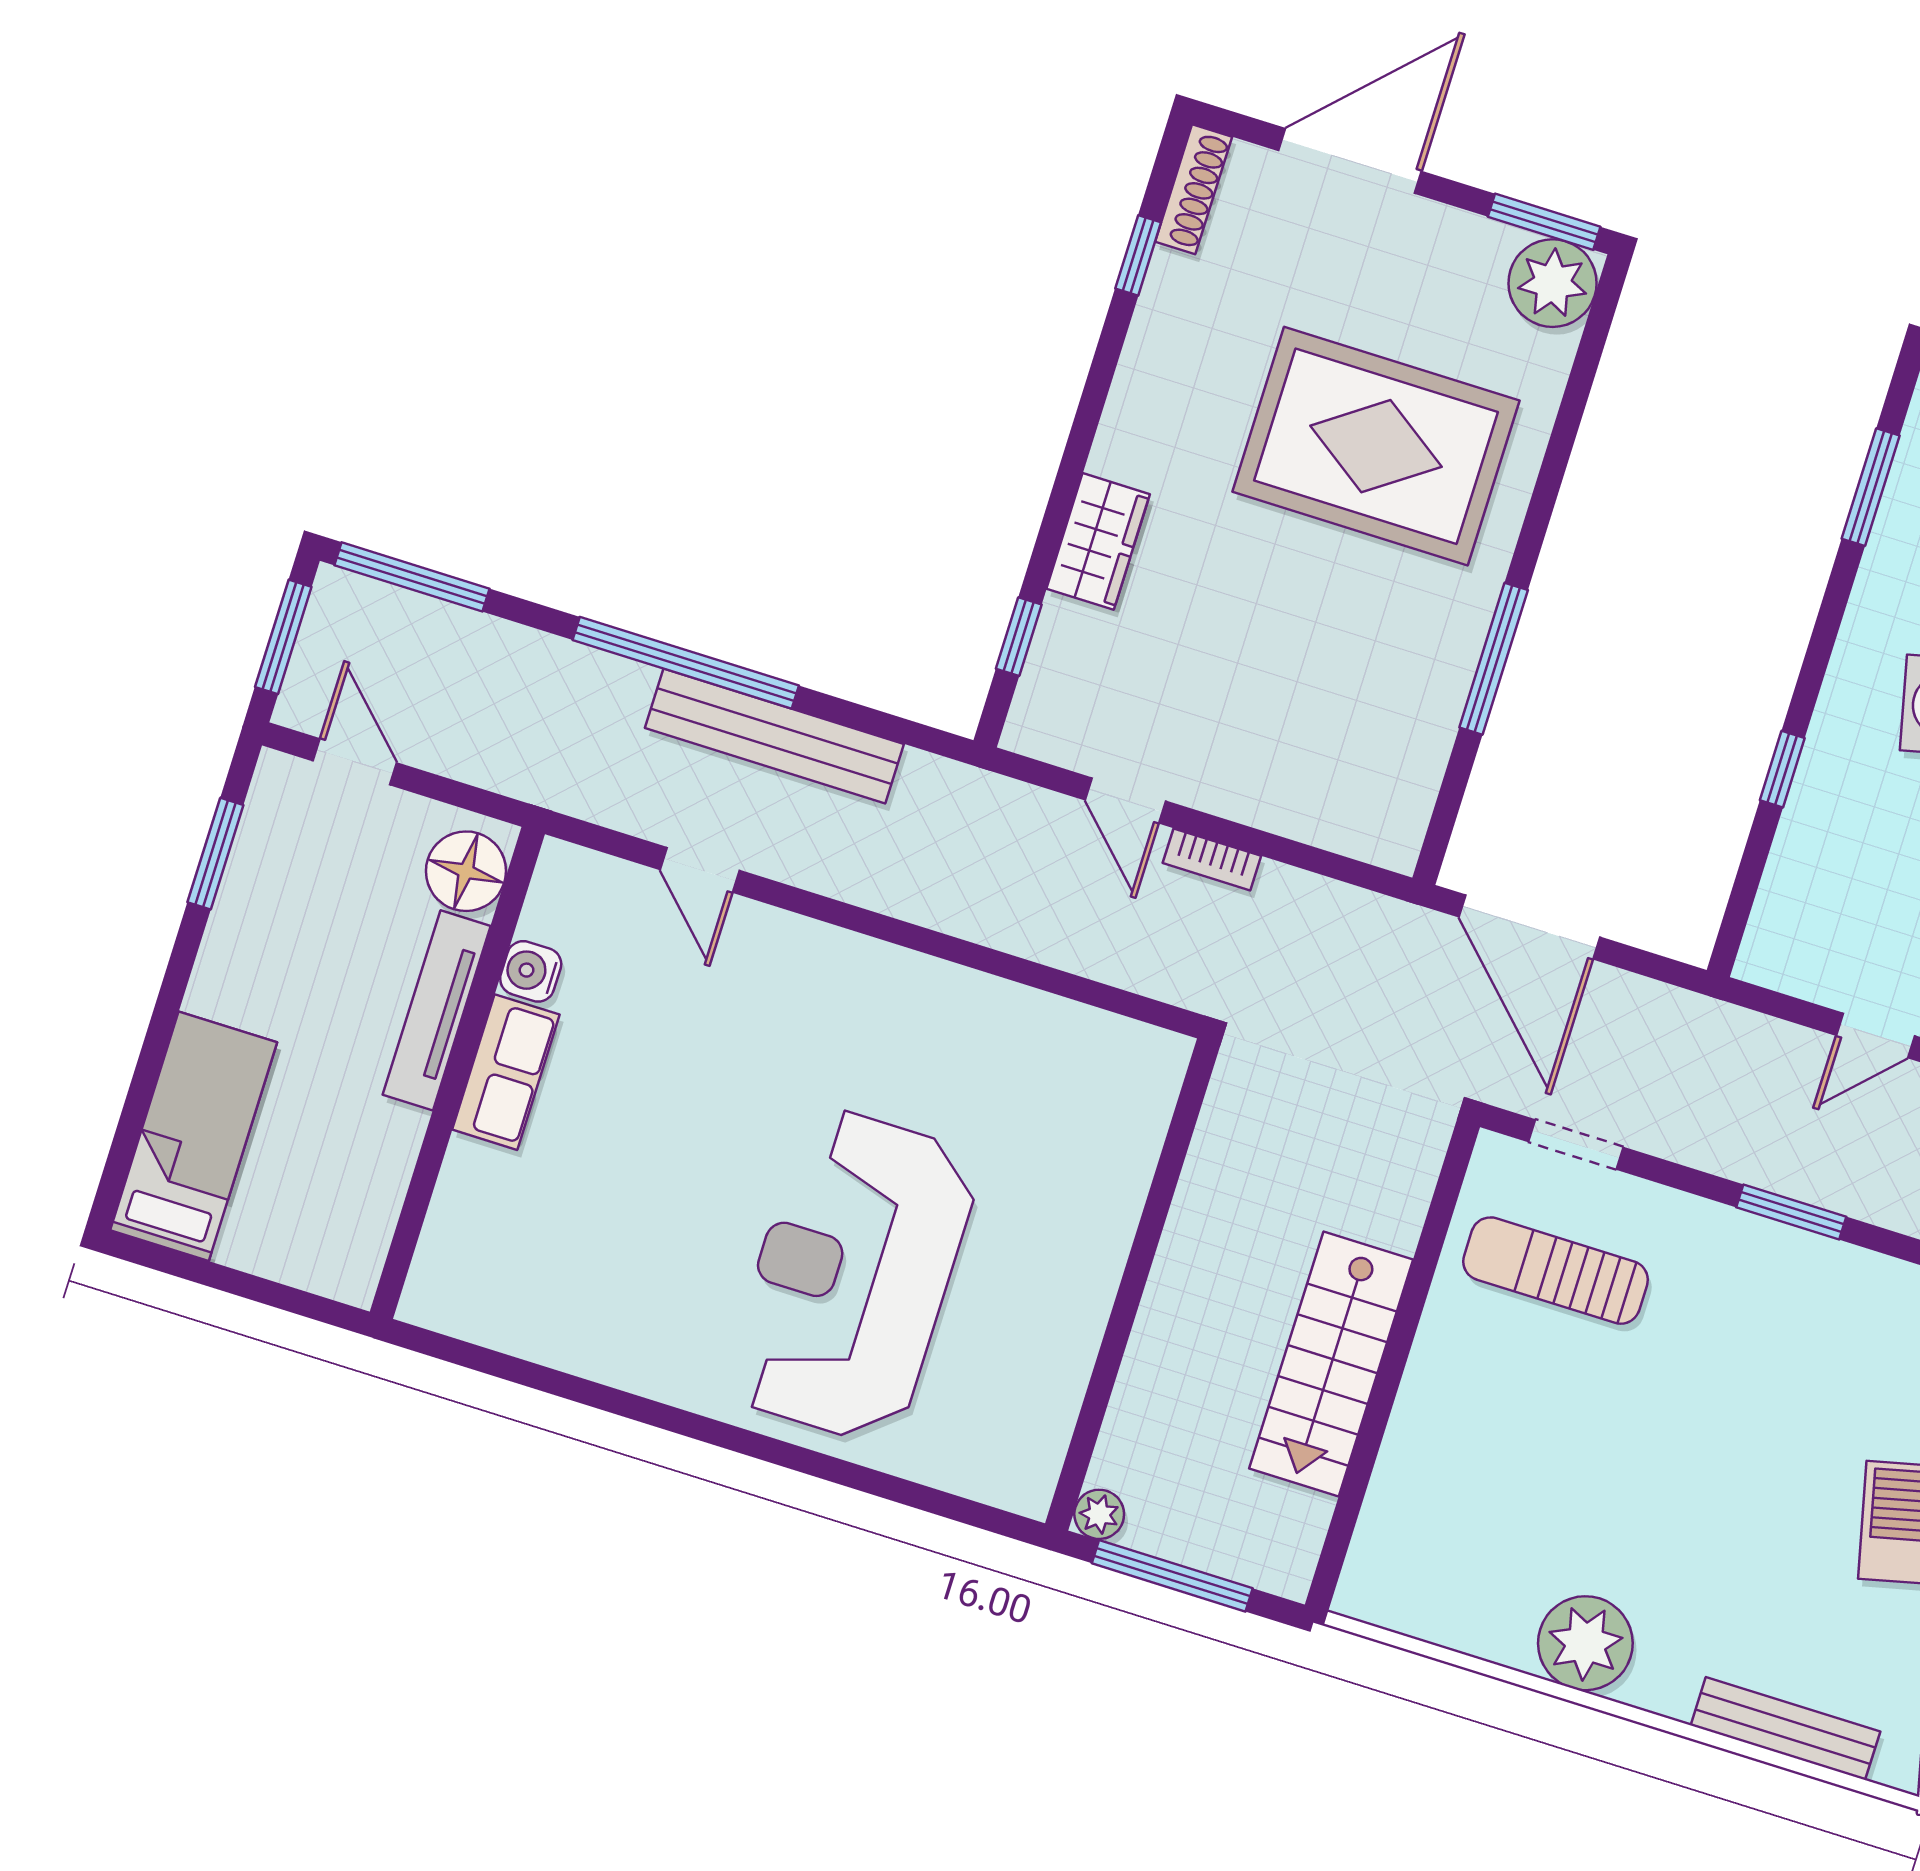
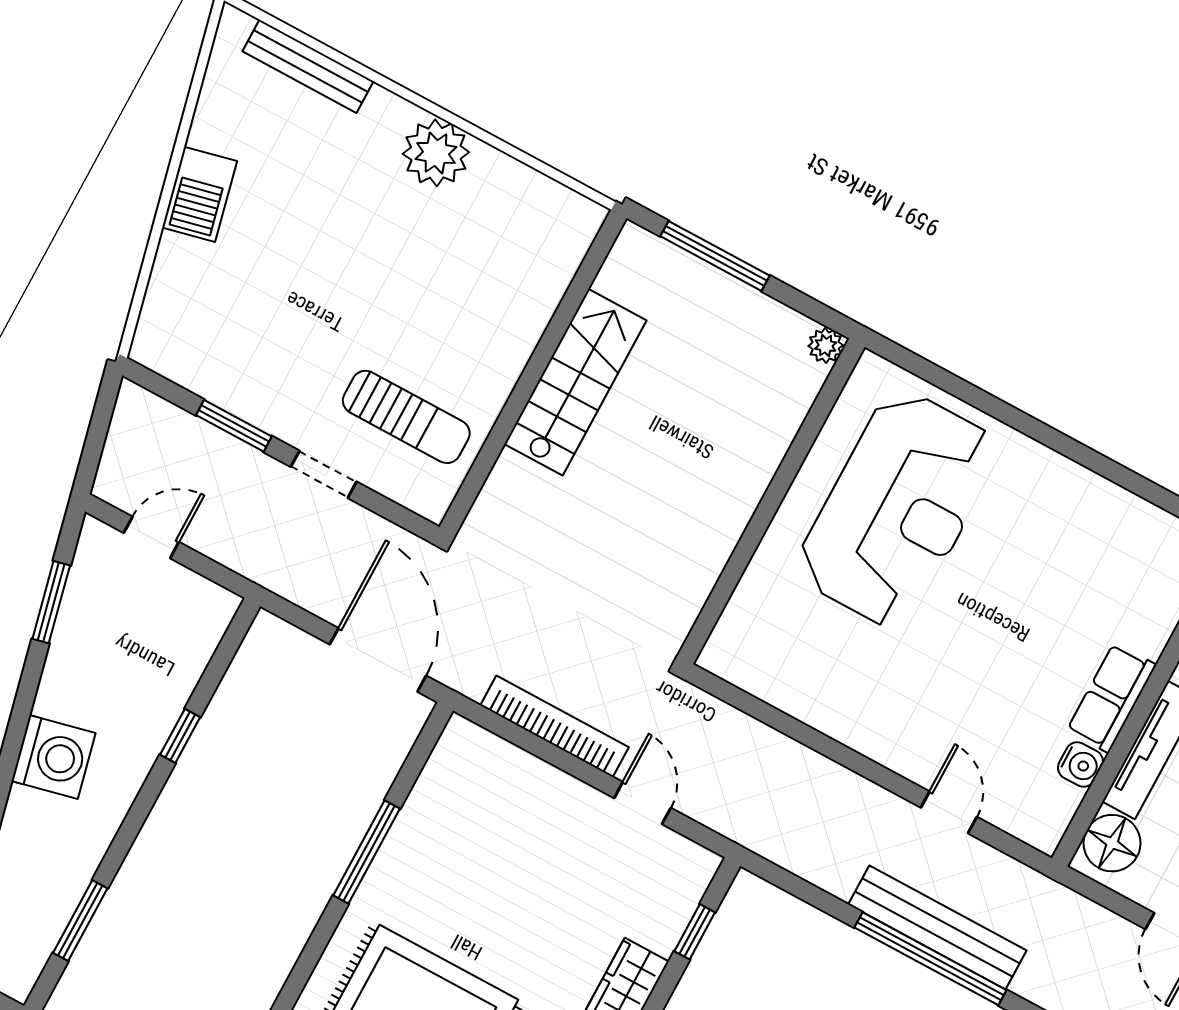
bench: (774, 736) -> (937, 927), moved
bookcase: (1212, 859) -> (555, 726), width x2.31, depth x1.31
doorway: (1576, 1144) -> (324, 474), moved
wall: (1133, 1285) -> (771, 501), moved
plant: (1099, 1514) -> (826, 346), moved

